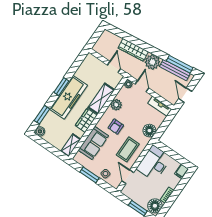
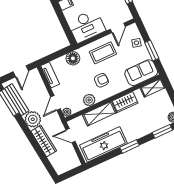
door: (114, 67) -> (71, 136), hinge flipped
freezer: (68, 97) -> (103, 144), moved
sofa: (93, 143) -> (141, 73), moved

